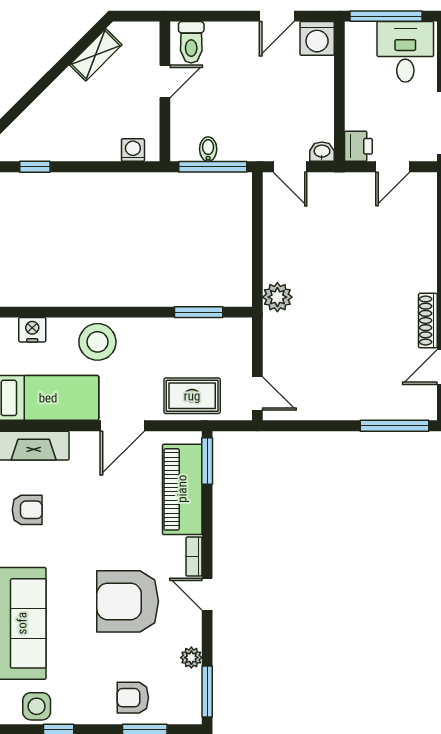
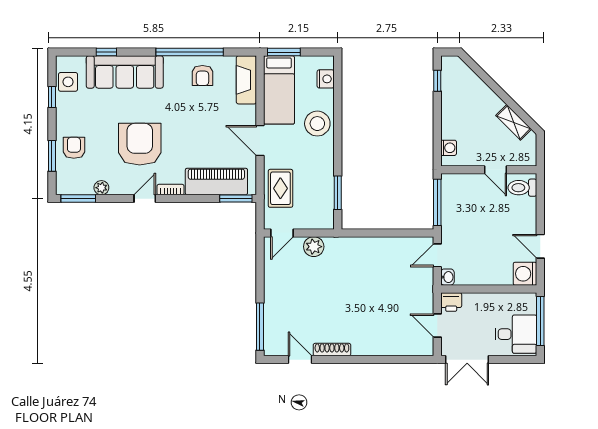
bidet: (208, 149) -> (449, 199), removed
plant: (277, 297) -> (314, 247), moved

